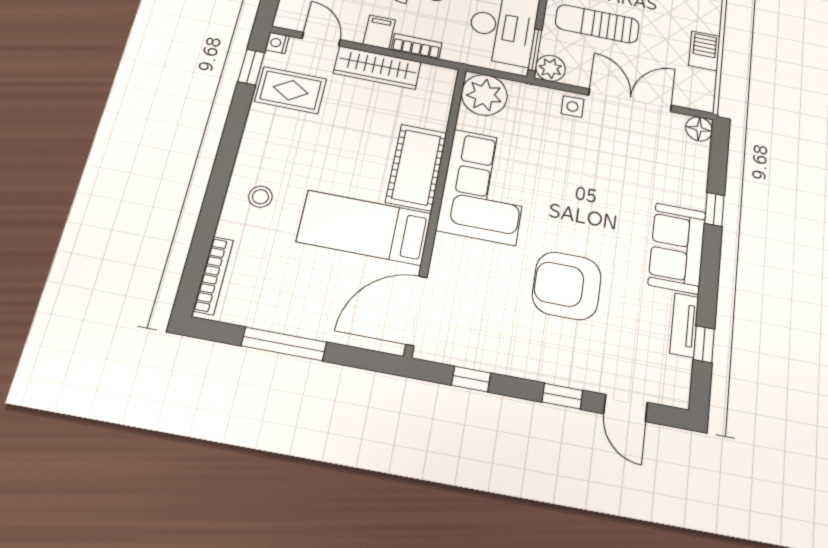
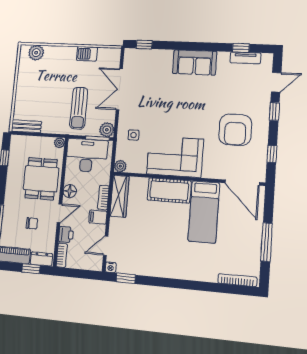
wardrobe: (377, 68) -> (120, 196), moved
rug: (291, 90) -> (136, 257), removed
plant: (484, 95) -> (120, 166), width x0.53, depth x0.53
side table: (572, 107) -> (133, 135), moved
floor lamp: (699, 129) -> (130, 55), removed
stool: (260, 197) -> (195, 264), removed
window: (714, 209) -> (144, 45), moved
armchair: (567, 286) -> (235, 130), moved
tv unit: (684, 325) -> (245, 58), moved

